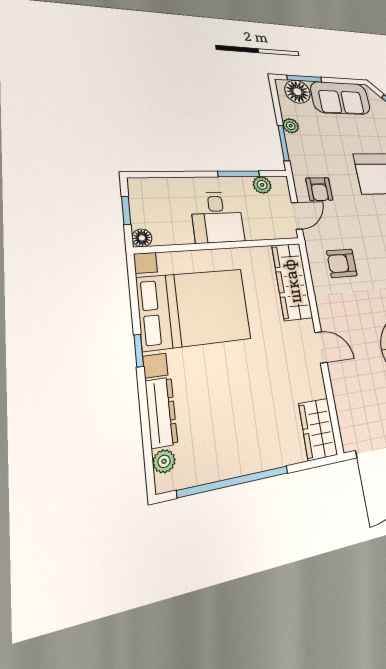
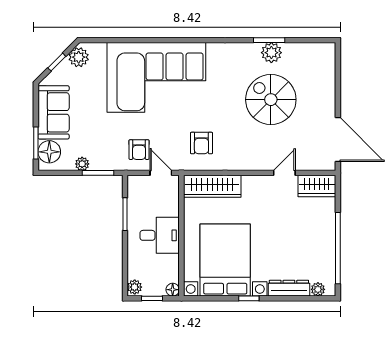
plant: (262, 185) -> (135, 287), moved
armchair: (319, 189) -> (139, 150), turned 90
door: (321, 347) -> (284, 173), moved

